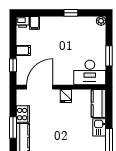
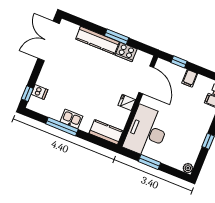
desk: (90, 72) -> (147, 132), width x1.36, depth x1.30
kitchen sink: (99, 127) -> (71, 119), moved

